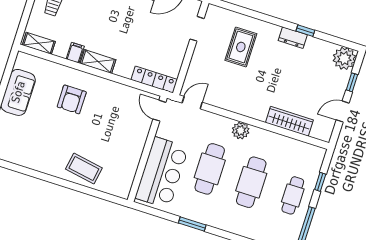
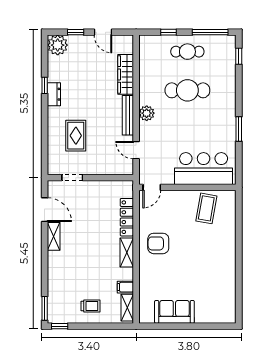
rug: (241, 47) -> (76, 136), turned 90
filing cabinet: (75, 53) -> (125, 287), moved
locker: (154, 80) -> (127, 217), moved
armchair: (72, 99) -> (158, 243), moved, turned 180
door: (192, 103) -> (136, 150), moved
bench: (245, 110) -> (128, 115), added
coffee table: (84, 169) -> (206, 208), moved
cafe table: (210, 169) -> (187, 129), removed

